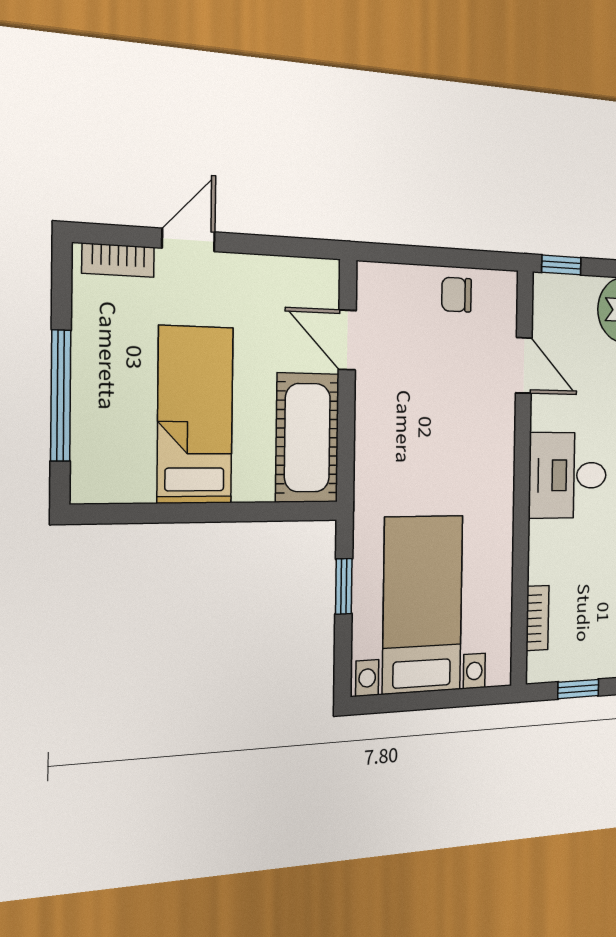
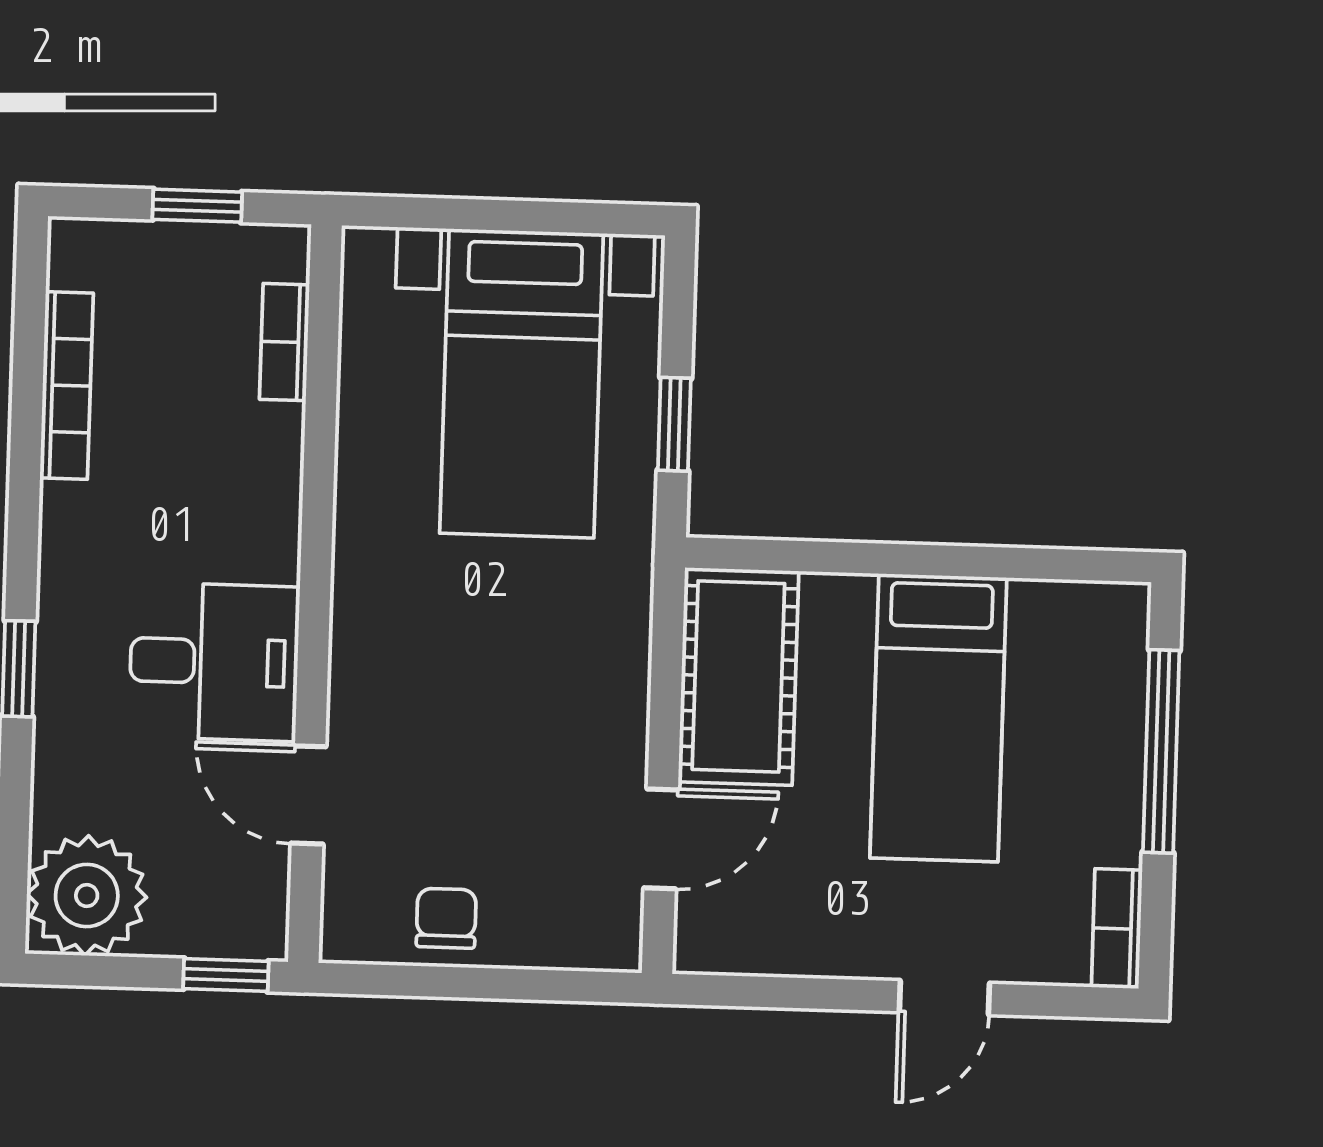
bookcase: (118, 260) -> (1117, 929), moved, turned -90
chair: (456, 295) -> (446, 918), turned -90
door: (347, 340) -> (661, 839), hinge flipped
desk: (568, 475) -> (214, 662), moved

